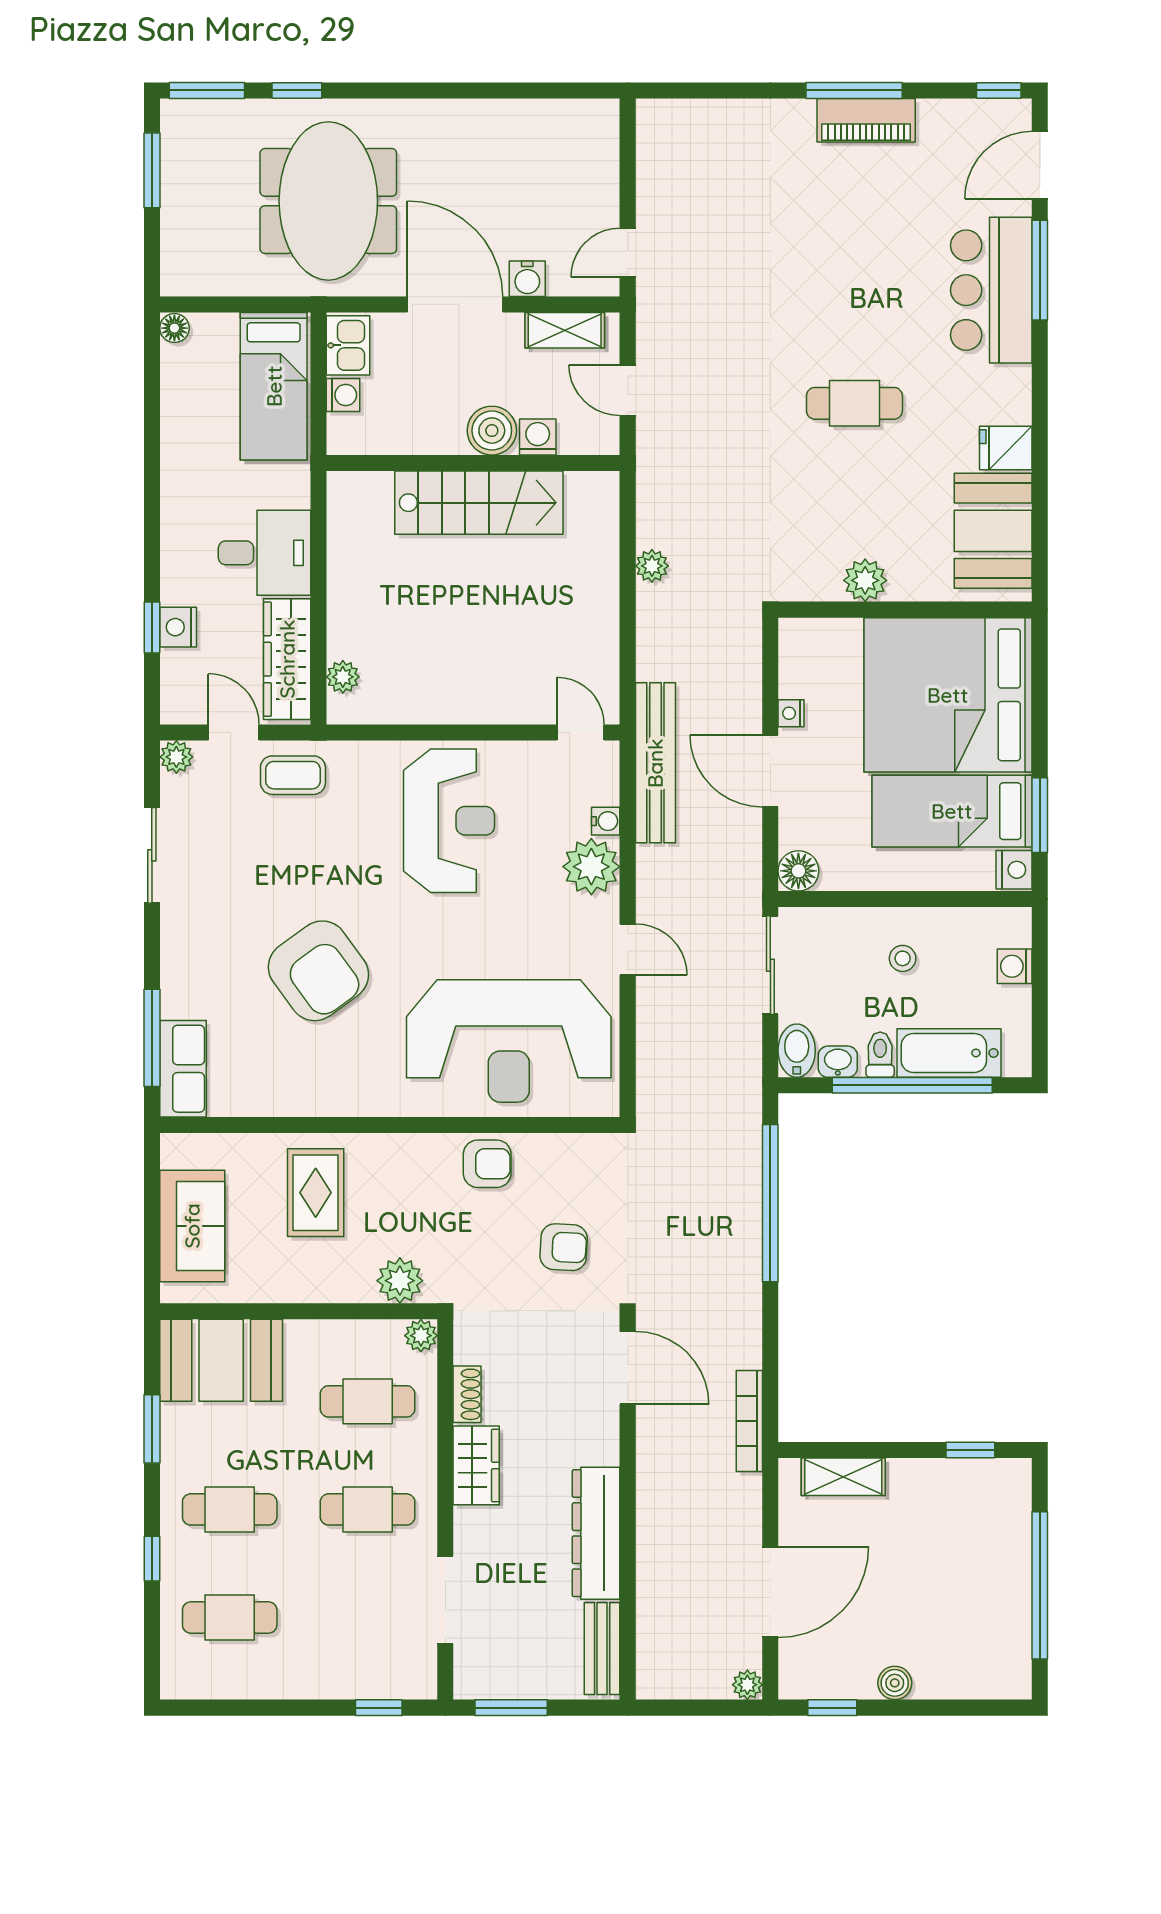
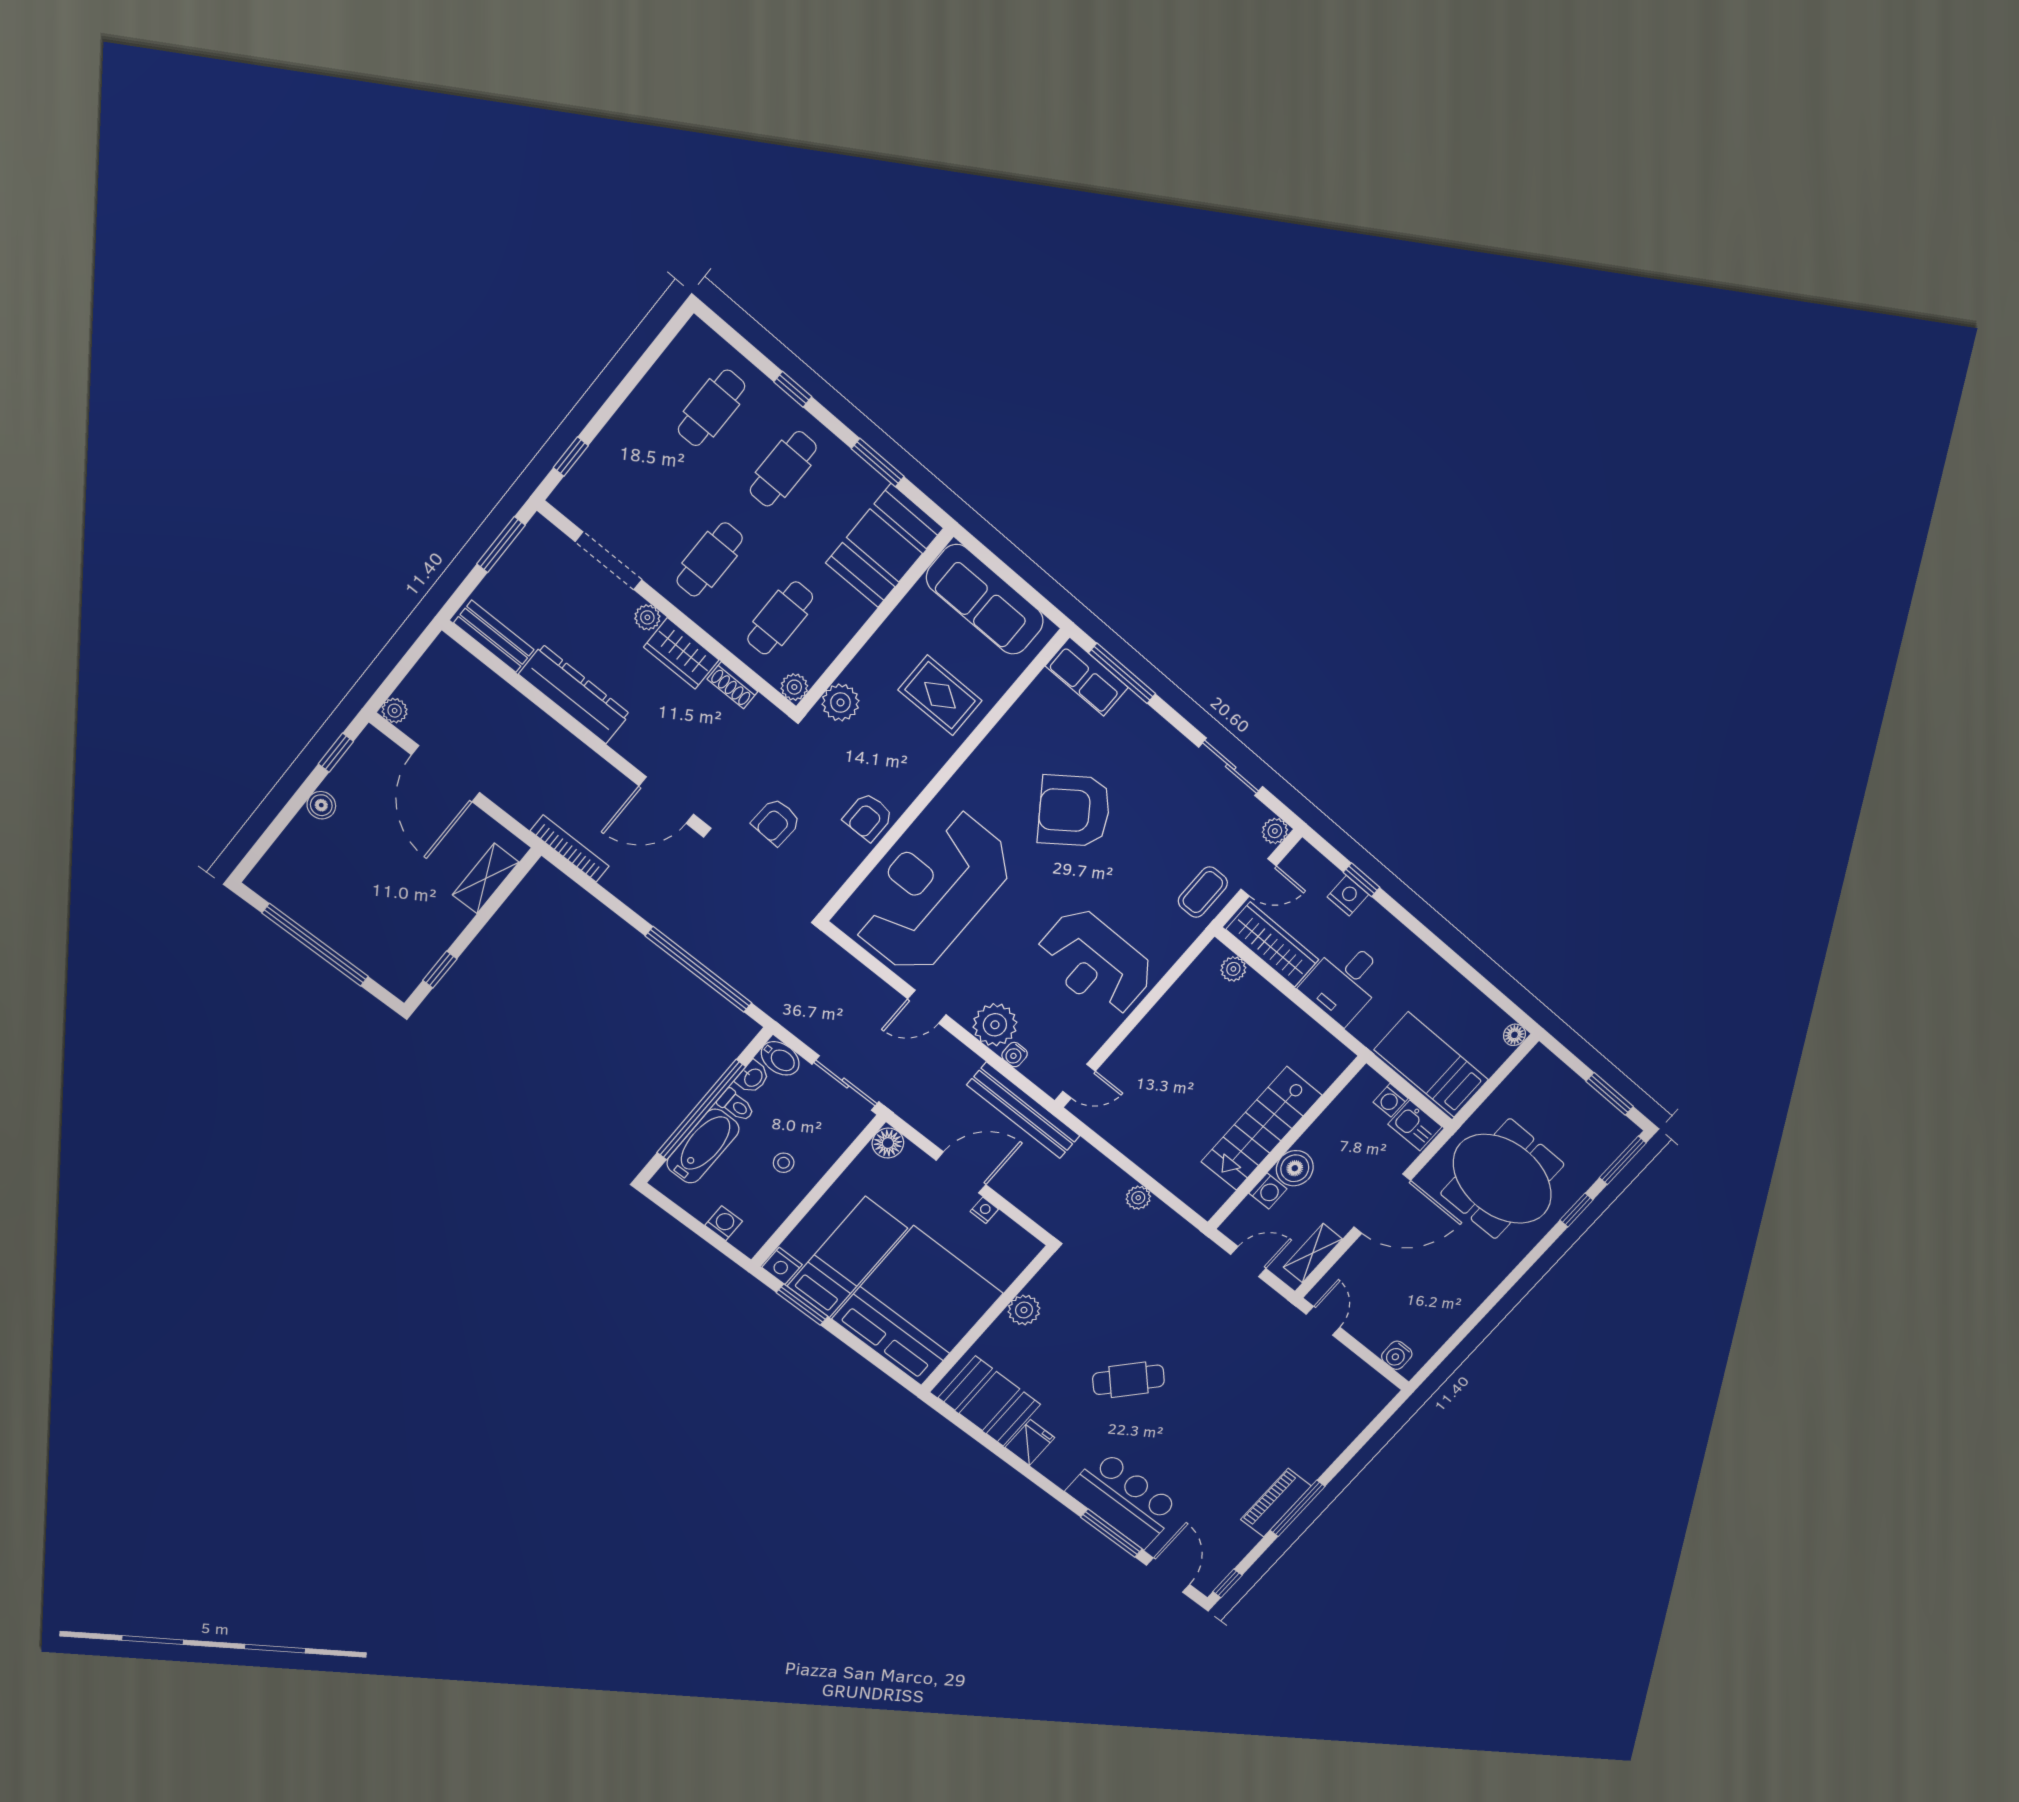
water cooler: (527, 279) -> (1397, 1355), moved, turned -90
cafe table: (854, 403) -> (1128, 1380), turned 44
sofa: (192, 1226) -> (985, 599), width x1.36
plant: (468, 1523) -> (647, 617), added

